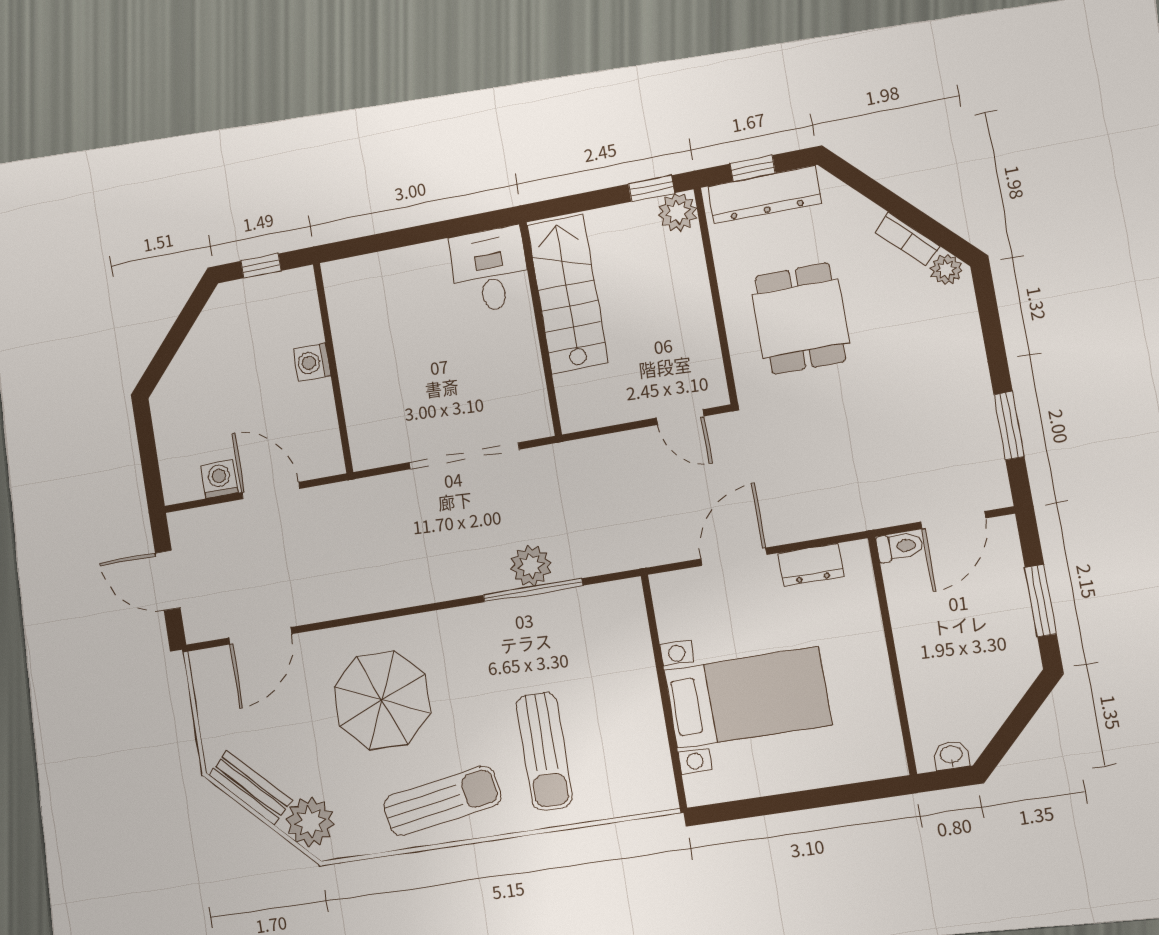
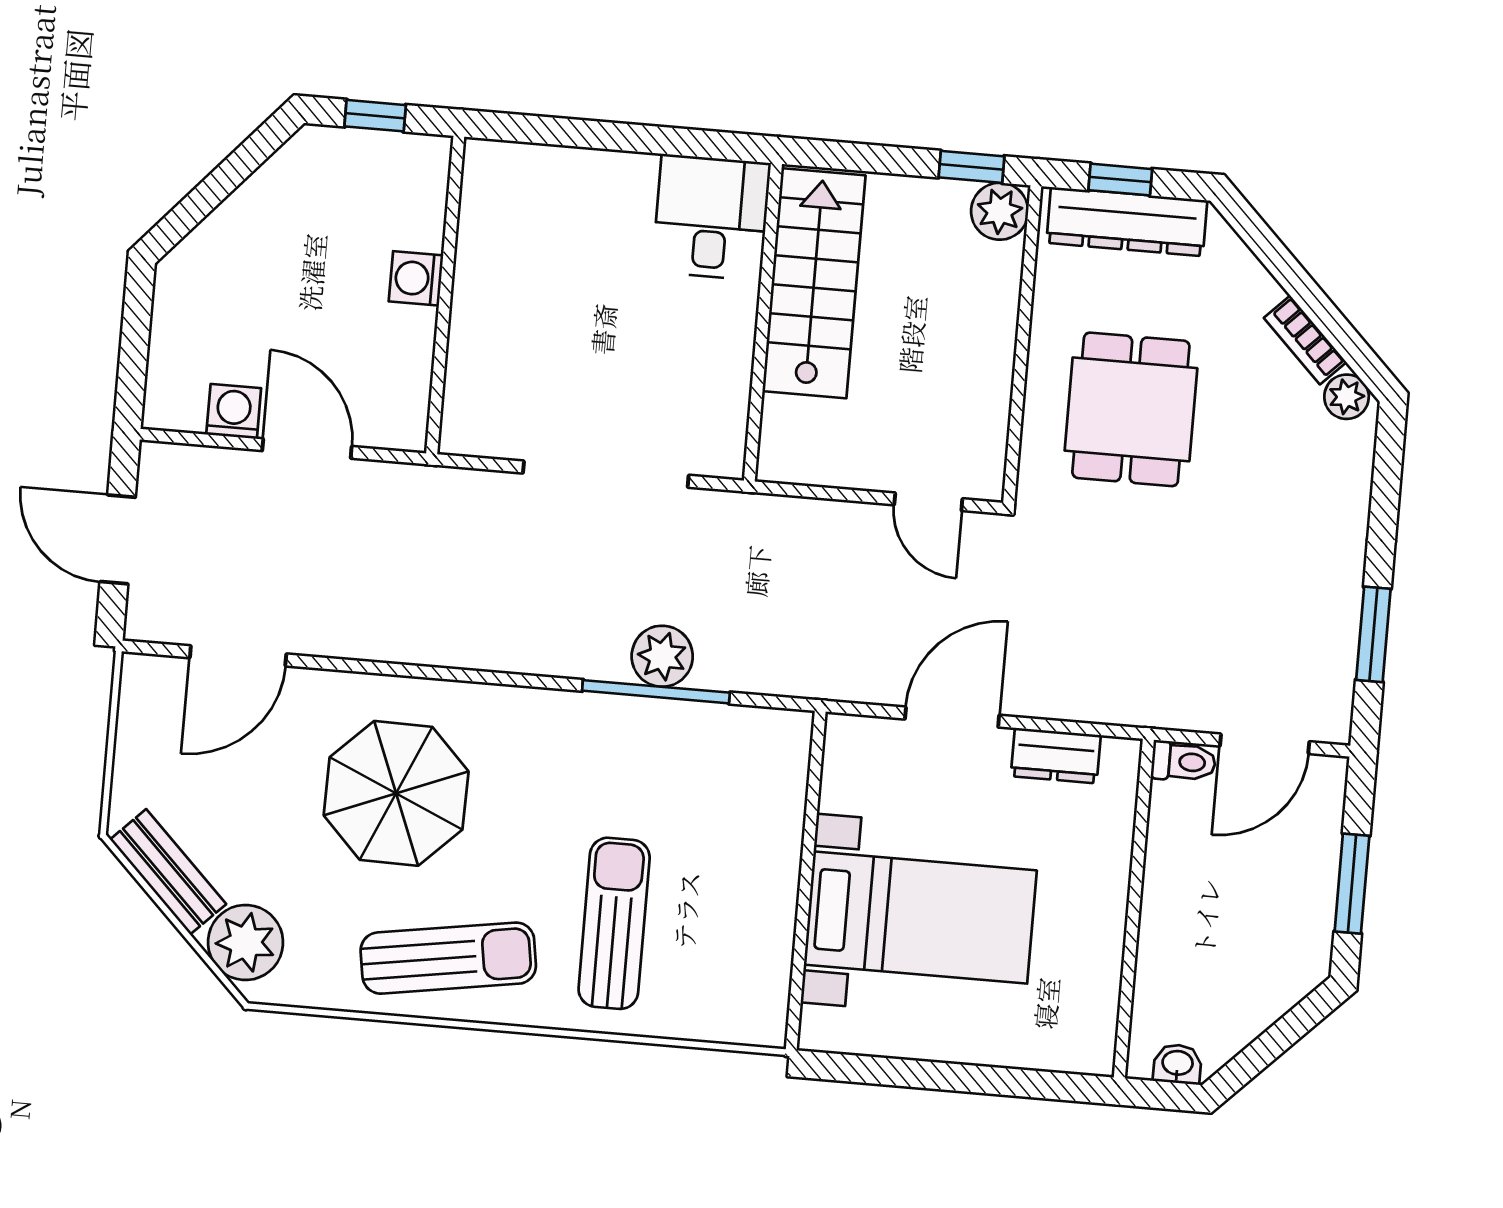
sun lounger: (544, 751) -> (614, 923), turned 180

